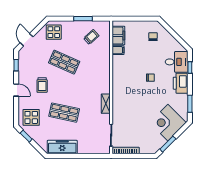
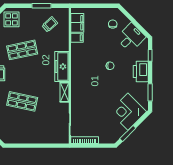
shop shelf: (64, 62) -> (22, 50), turned -36
desk: (177, 62) -> (131, 37), moved, turned -45
freezer: (62, 147) -> (62, 66), moved, turned -90

